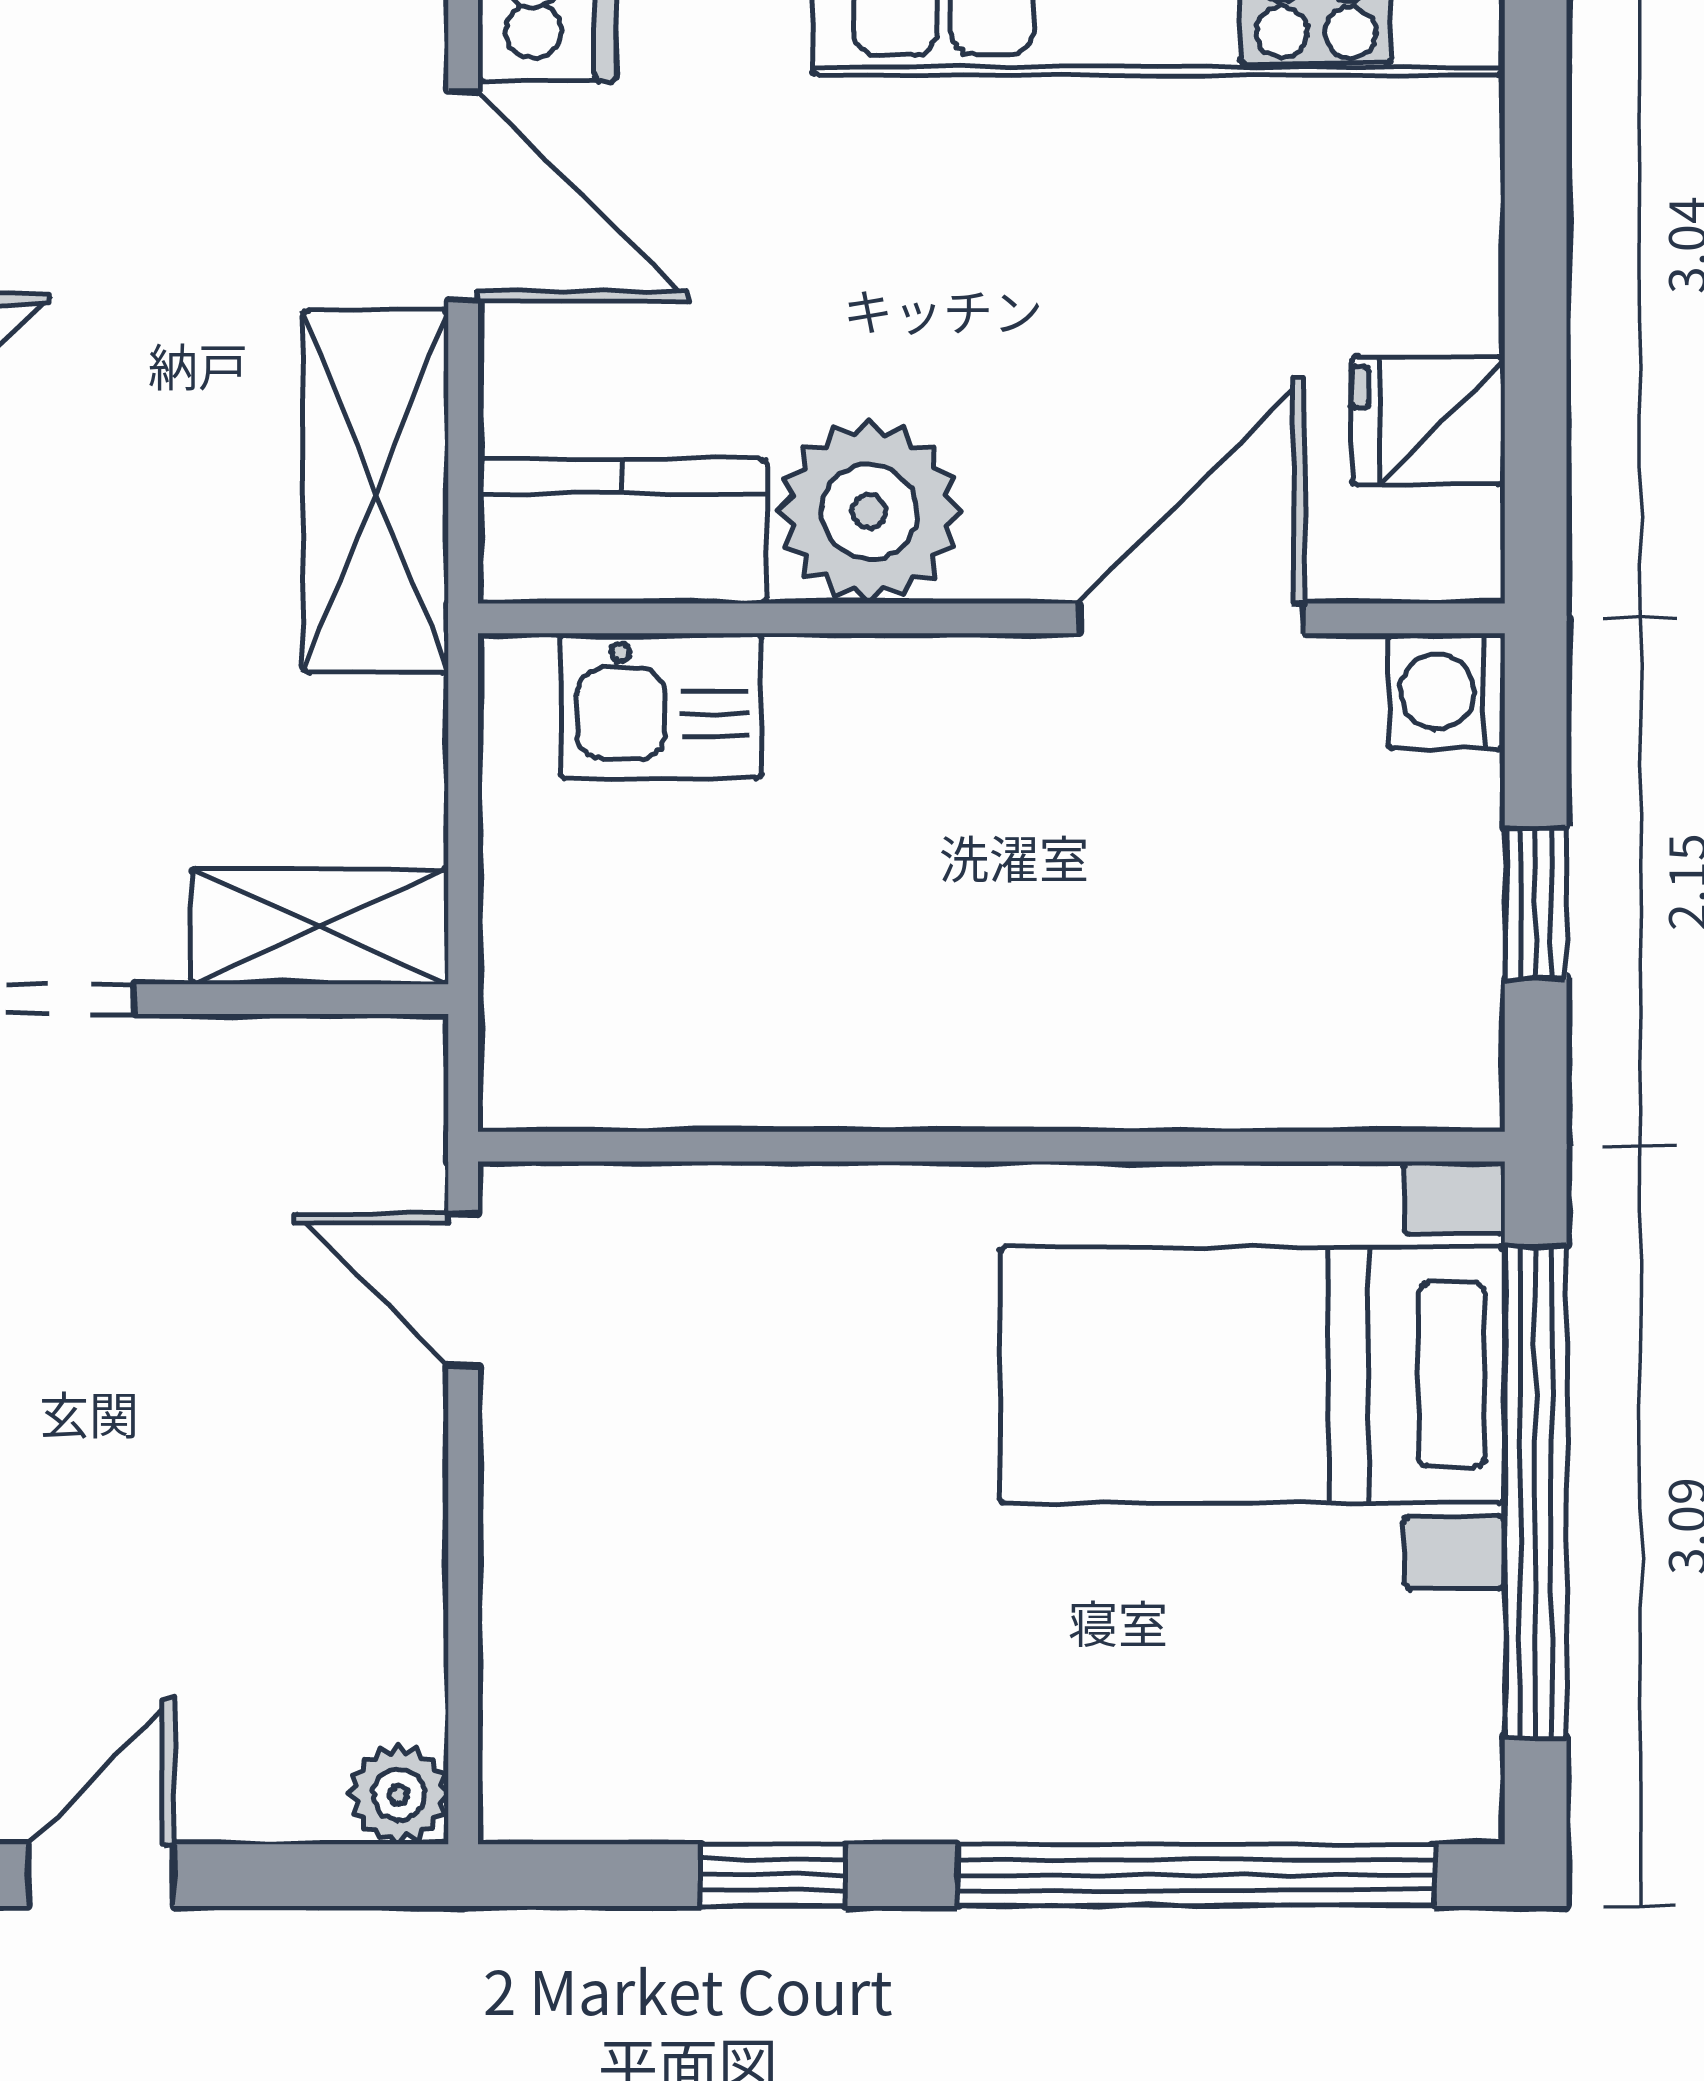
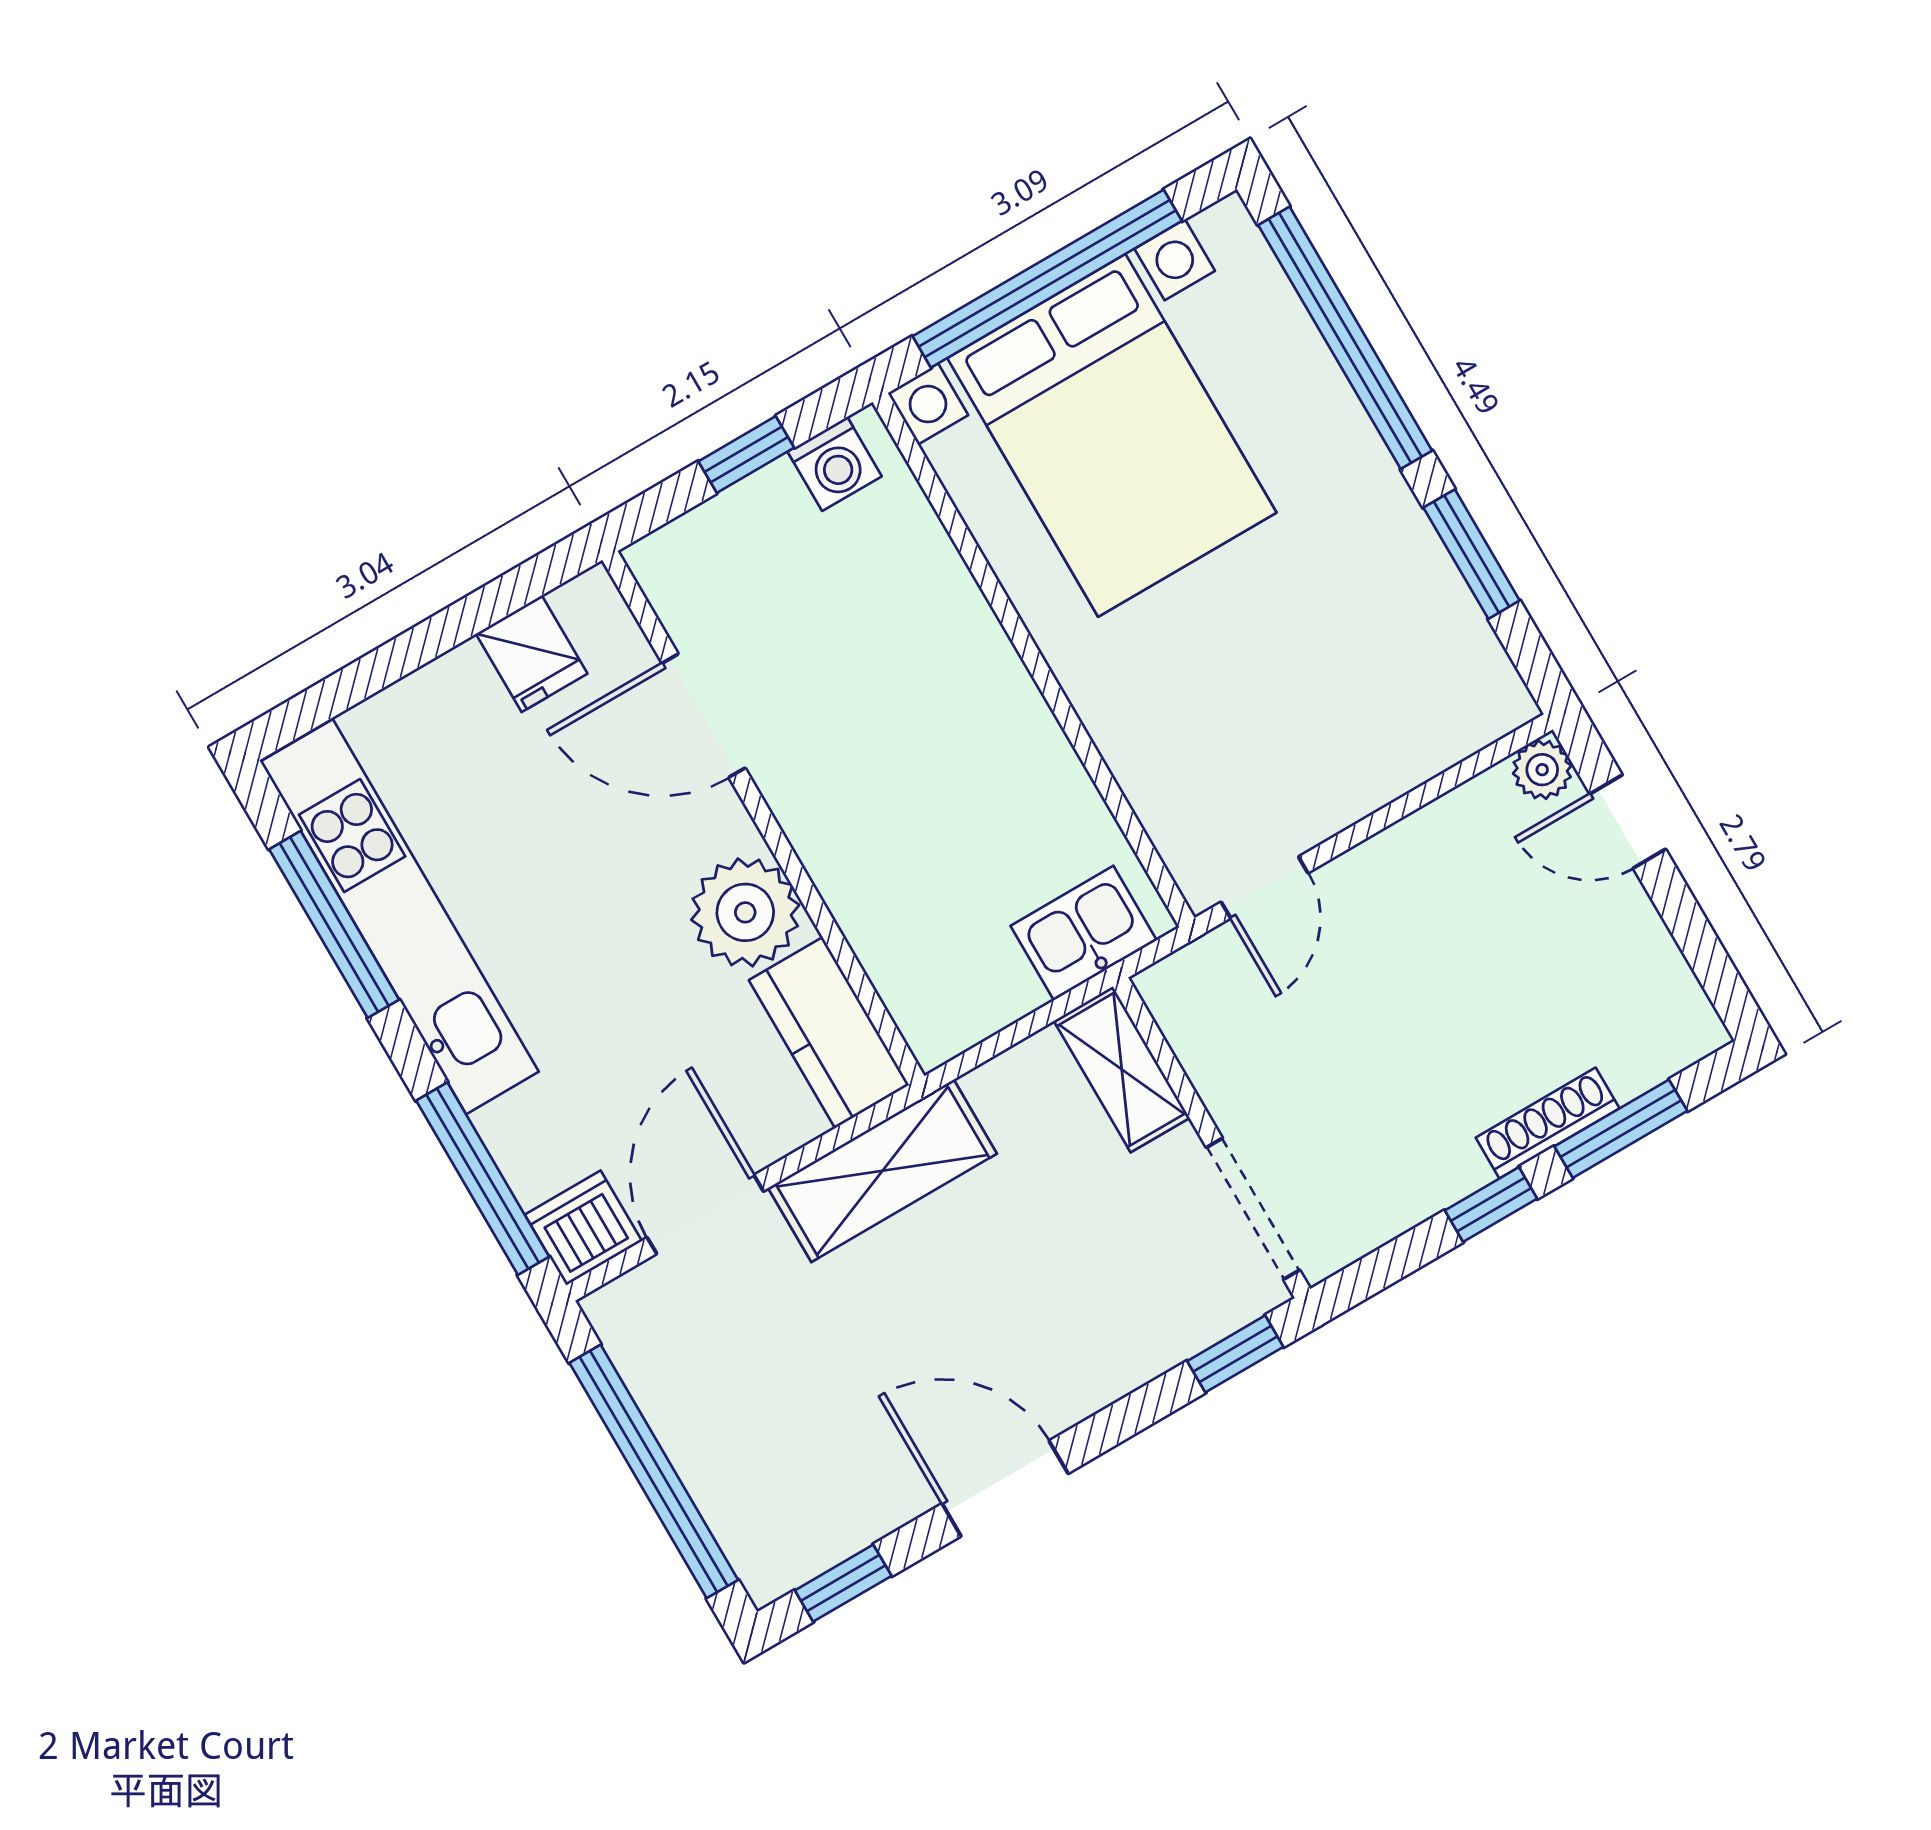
washing machine: (1447, 691) -> (835, 464), moved
kitchen sink: (661, 706) -> (1084, 933), moved, turned -90
bed with nightstands: (1252, 1375) -> (1112, 435), width x1.36
door: (100, 1875) -> (1628, 821), moved
window: (773, 1875) -> (1472, 554), width x1.50

